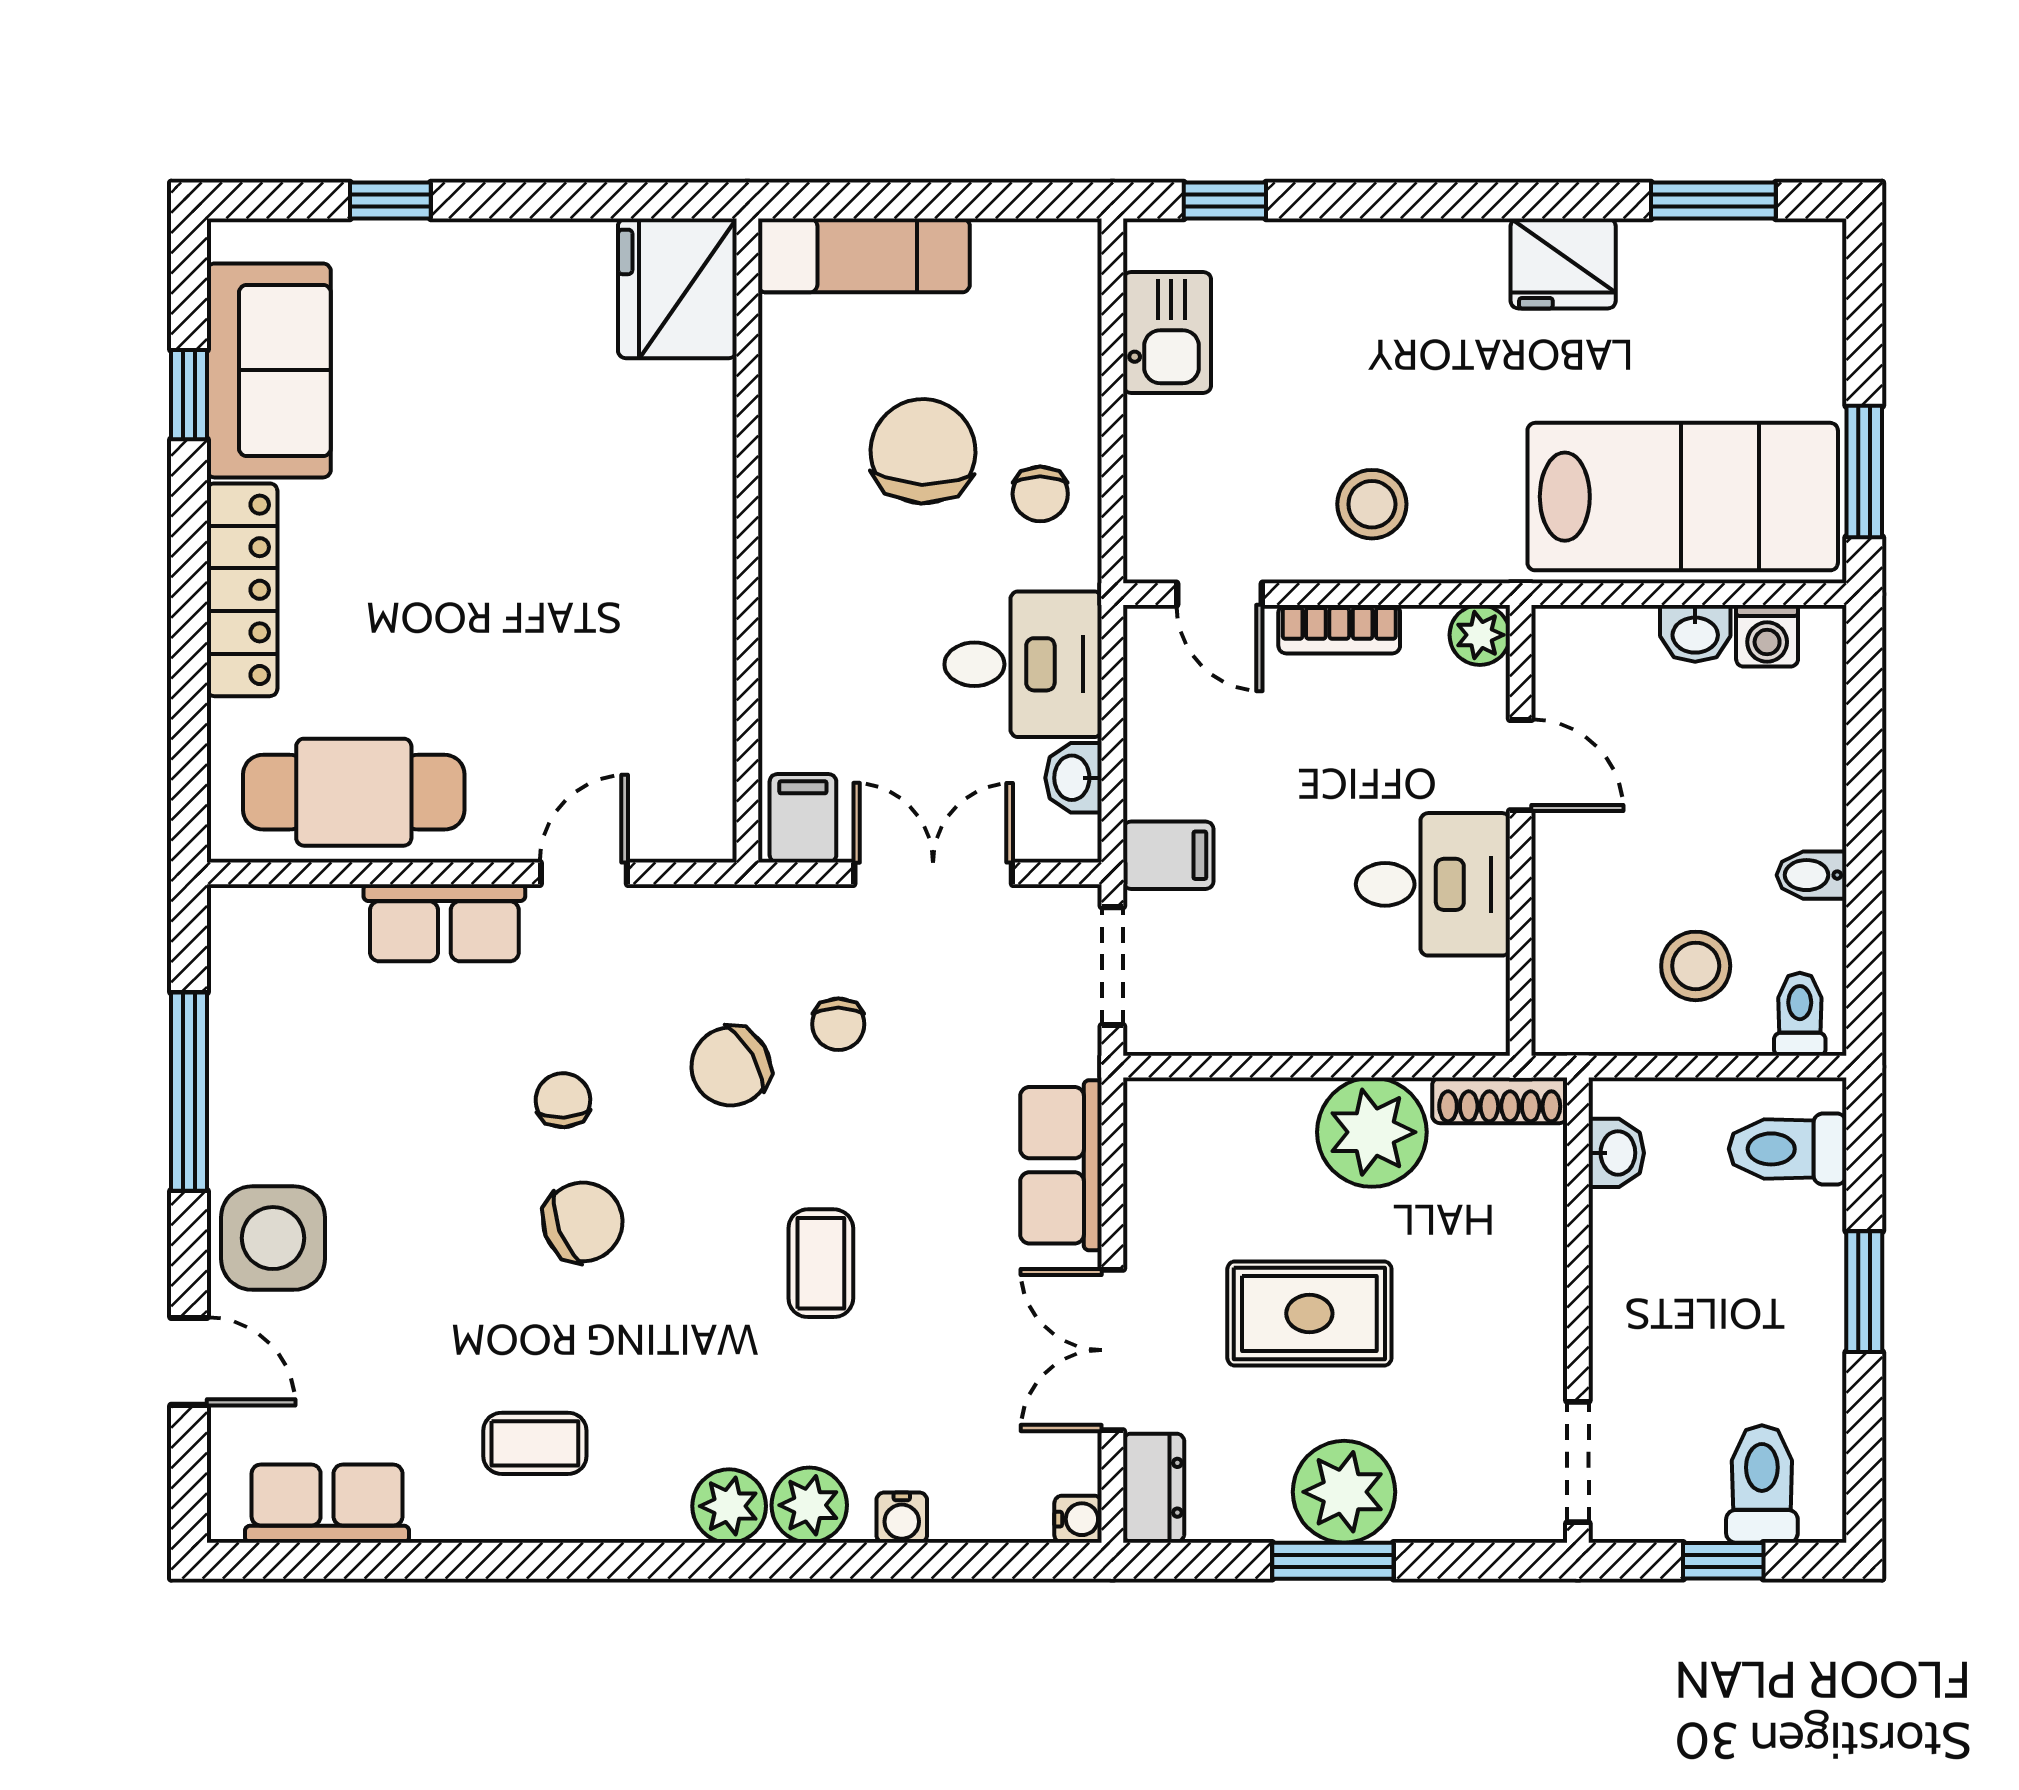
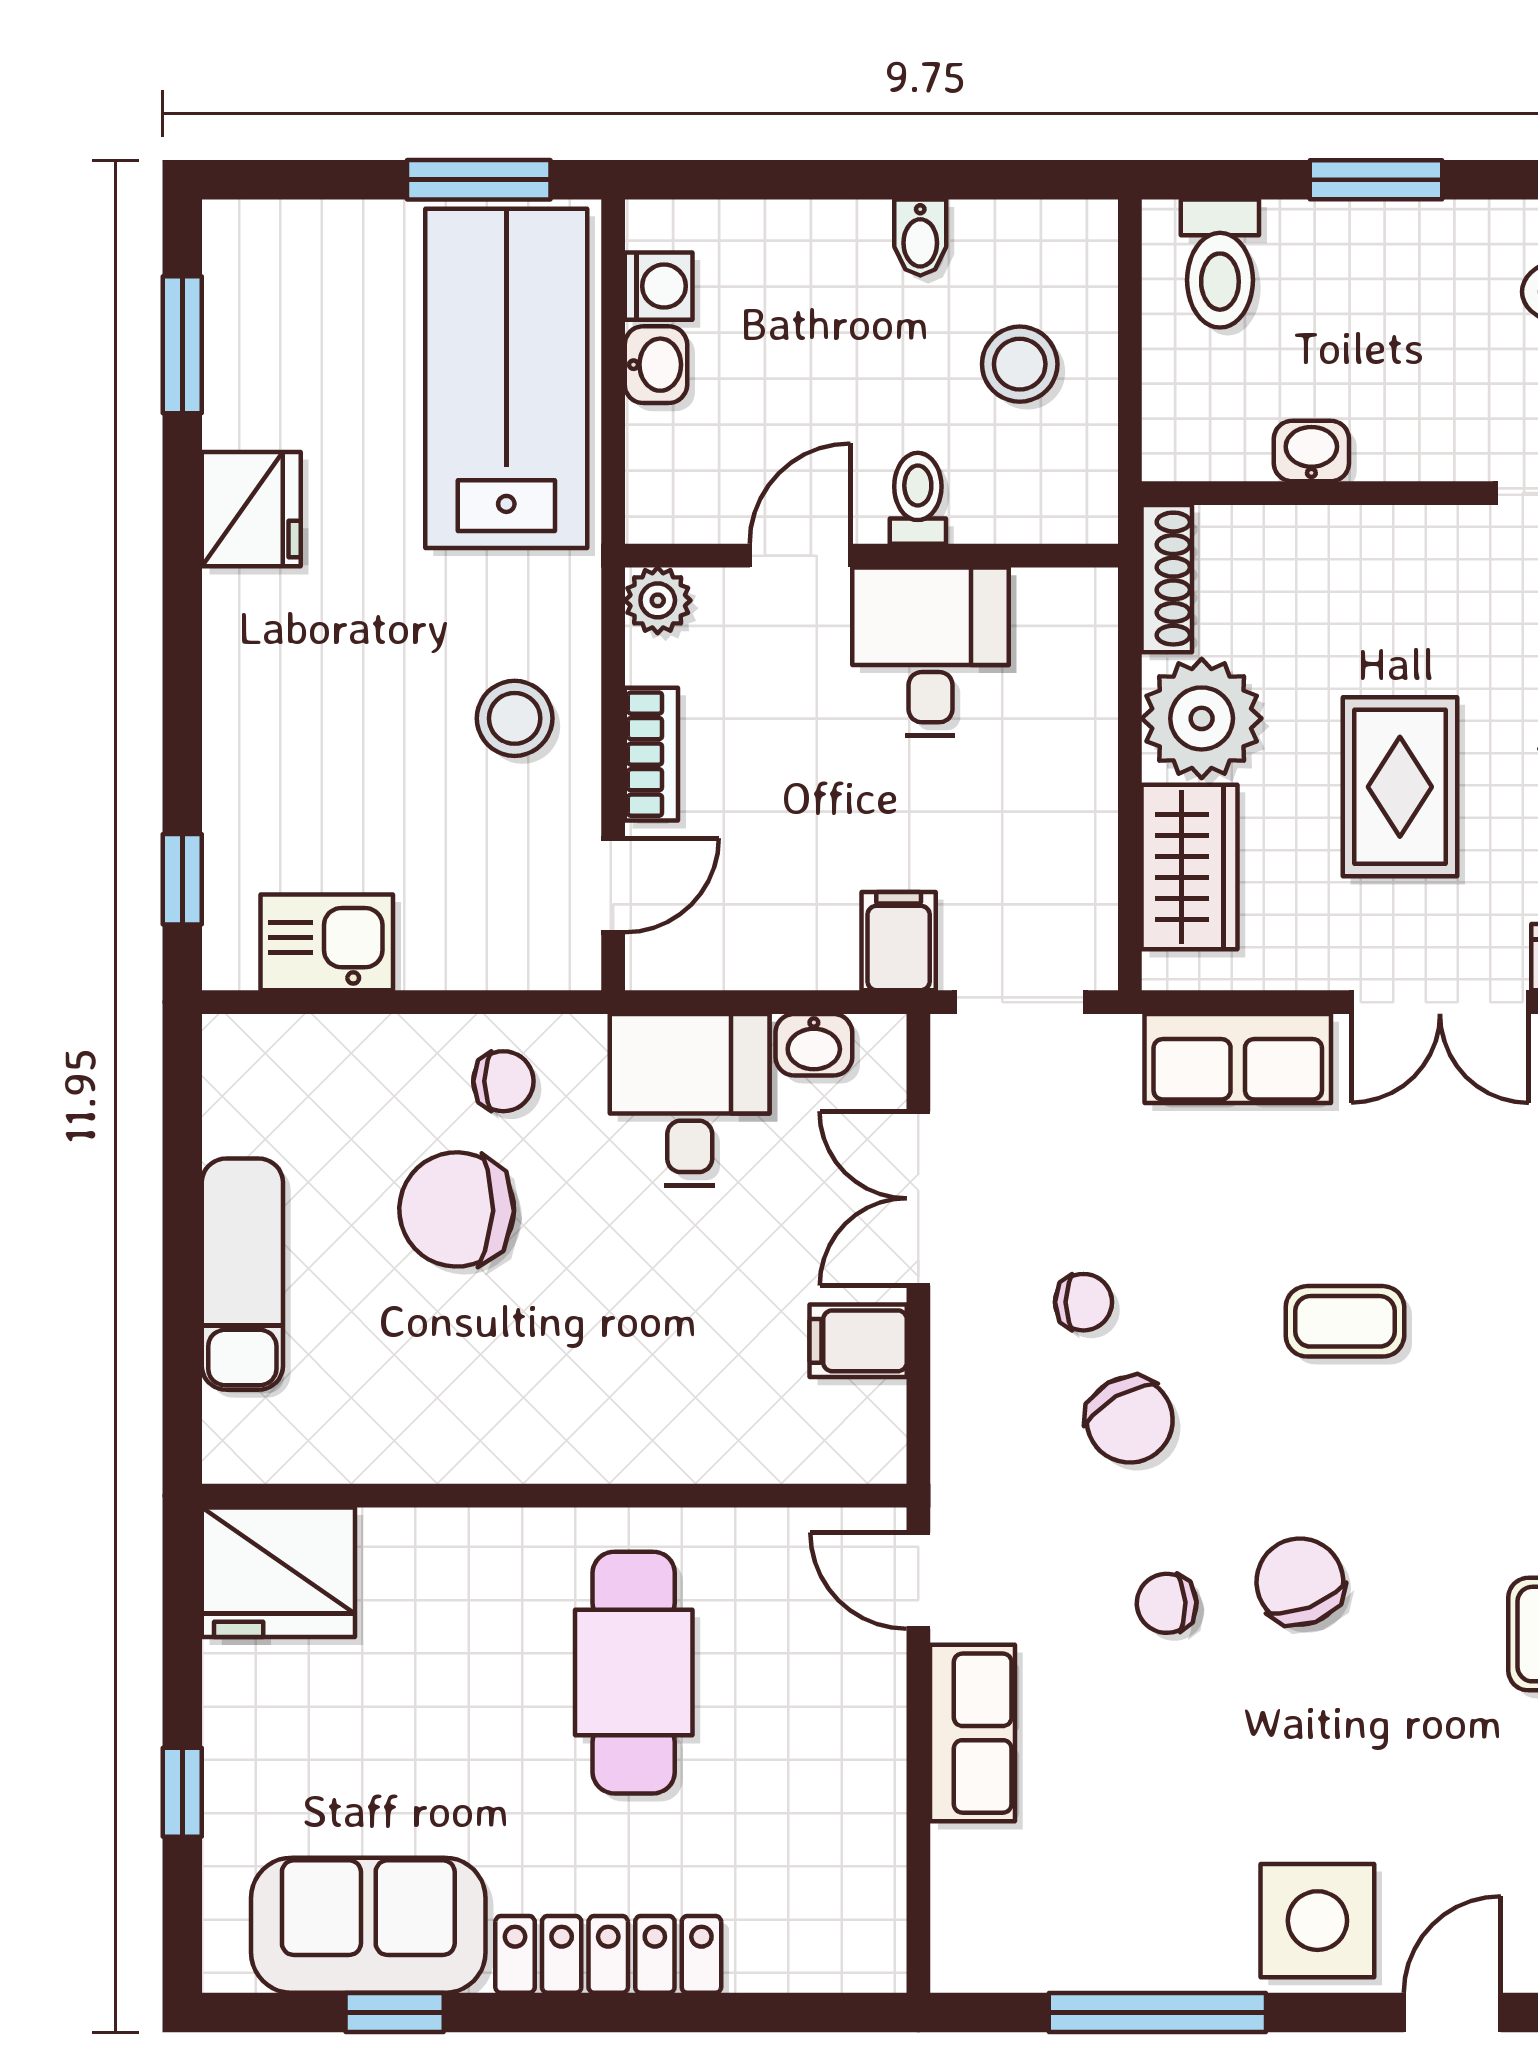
fridge: (677, 288) -> (278, 1572), moved
wall: (747, 540) -> (554, 1496), moved
cafe table: (354, 792) -> (634, 1673), moved
toilet: (1800, 1014) -> (918, 498), moved, turned 90
wardrobe: (1236, 1121) -> (1190, 867), added
washbasin: (1616, 1153) -> (1311, 451), moved

